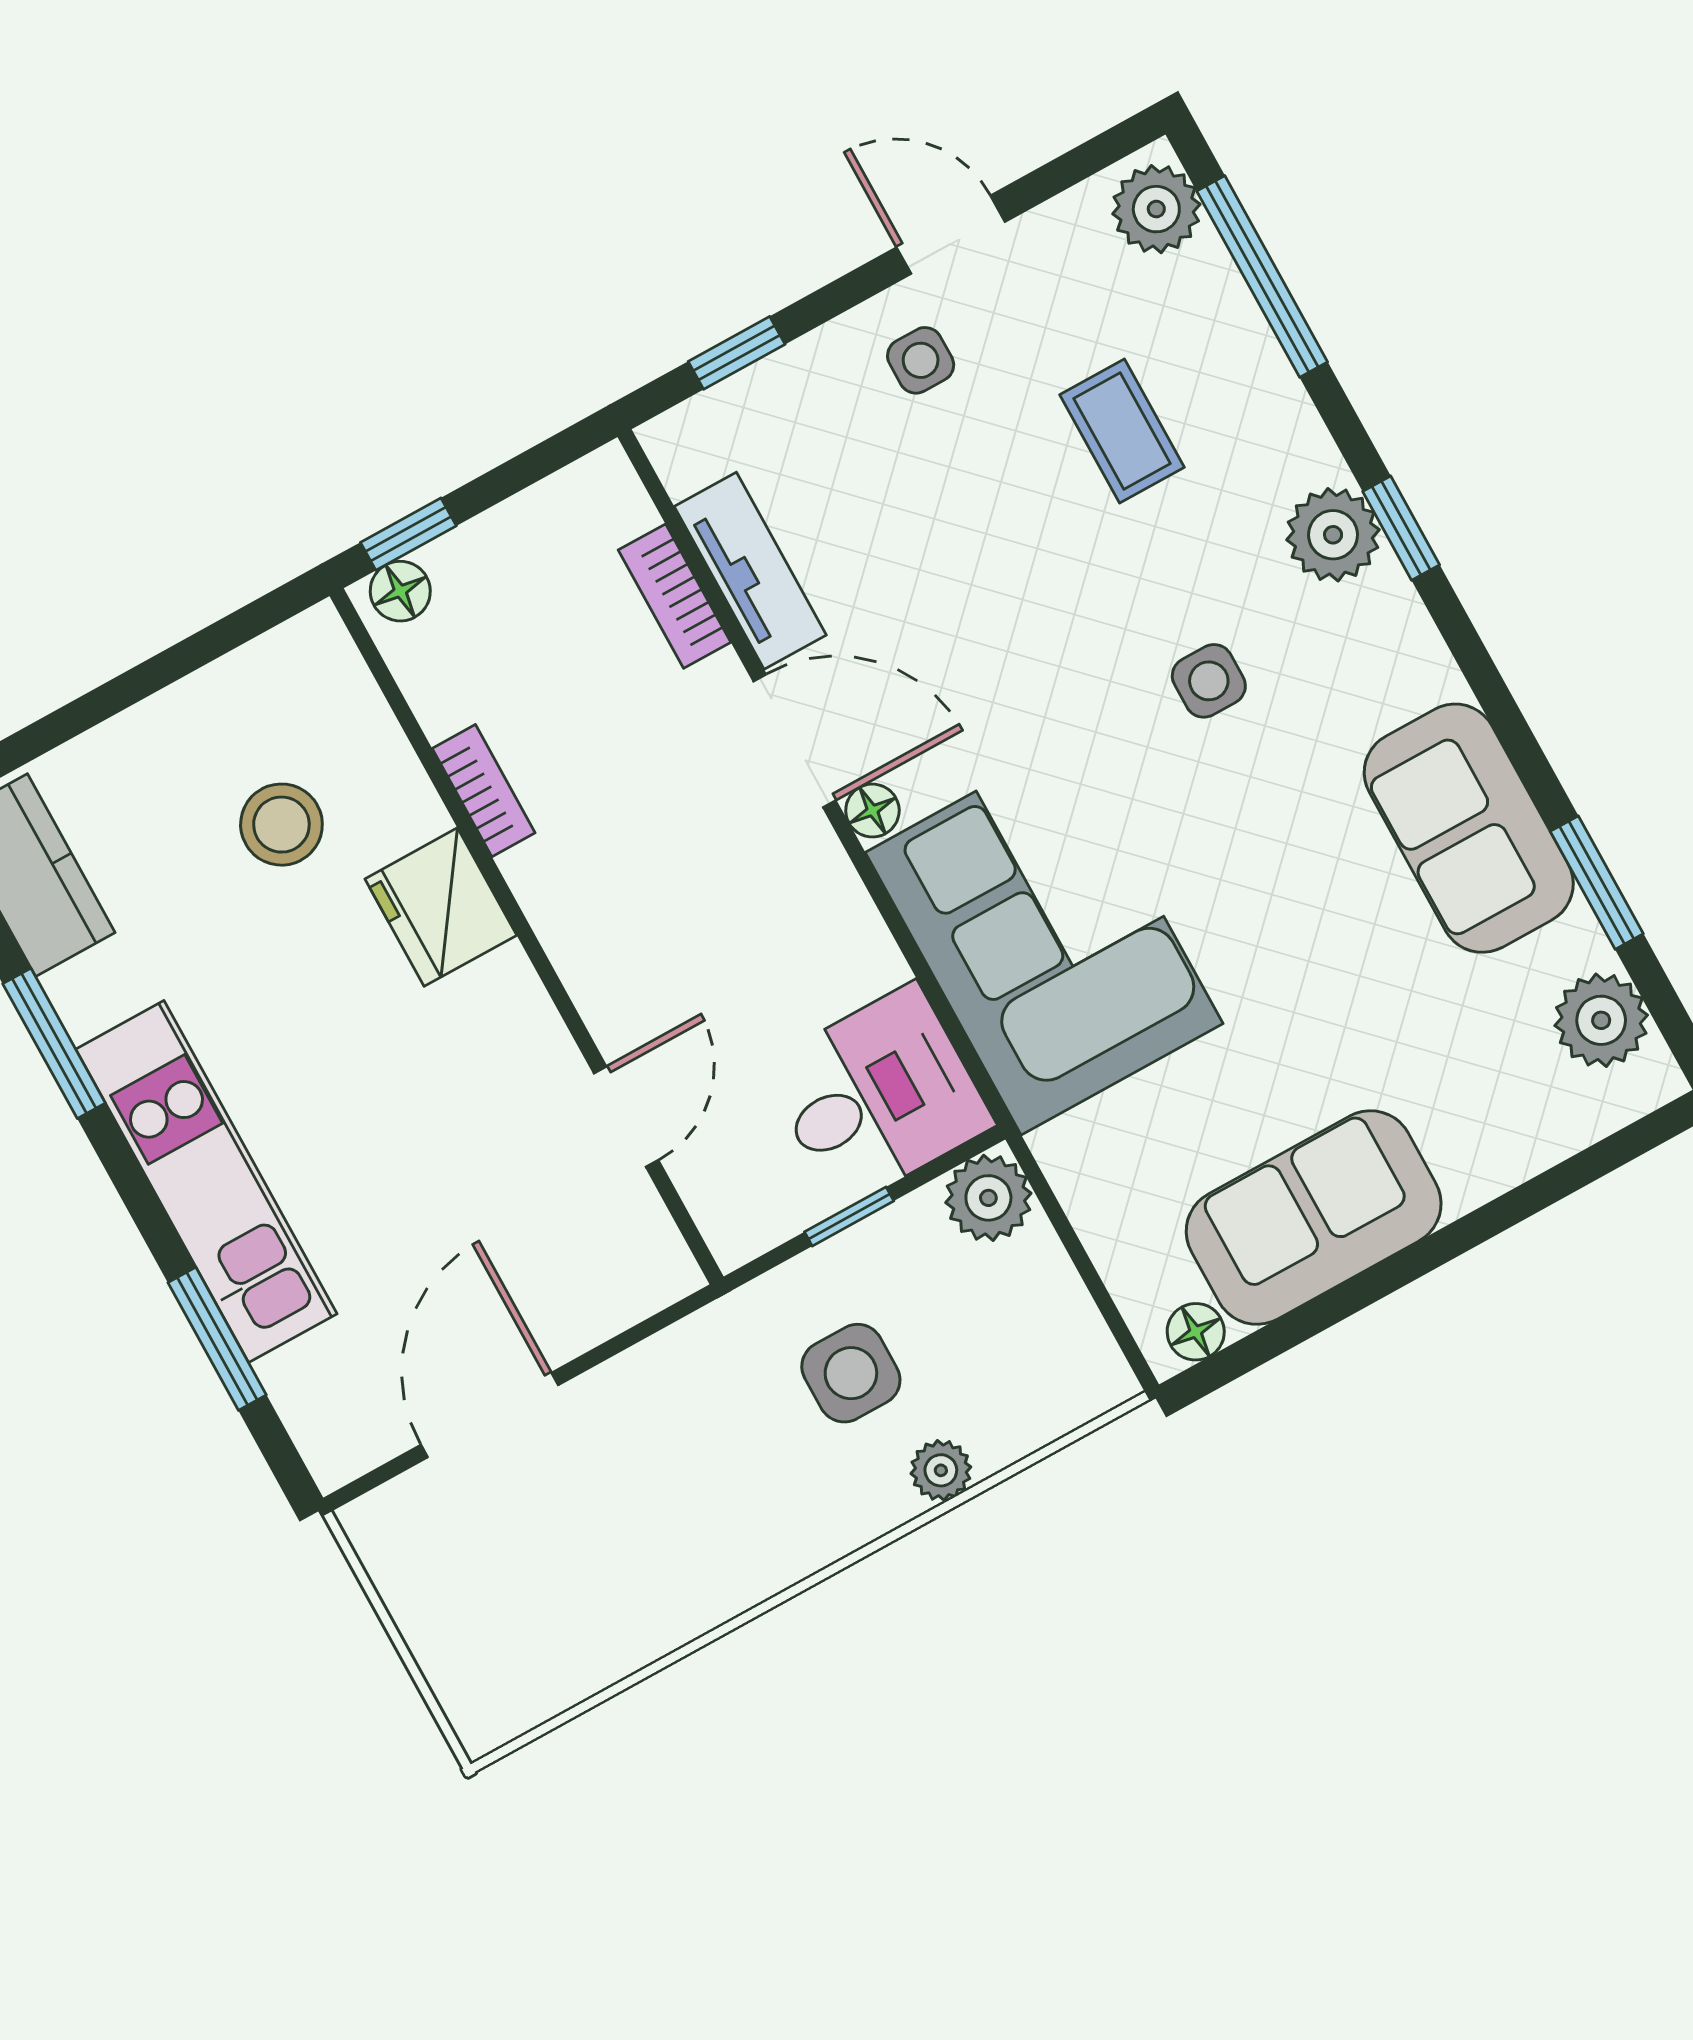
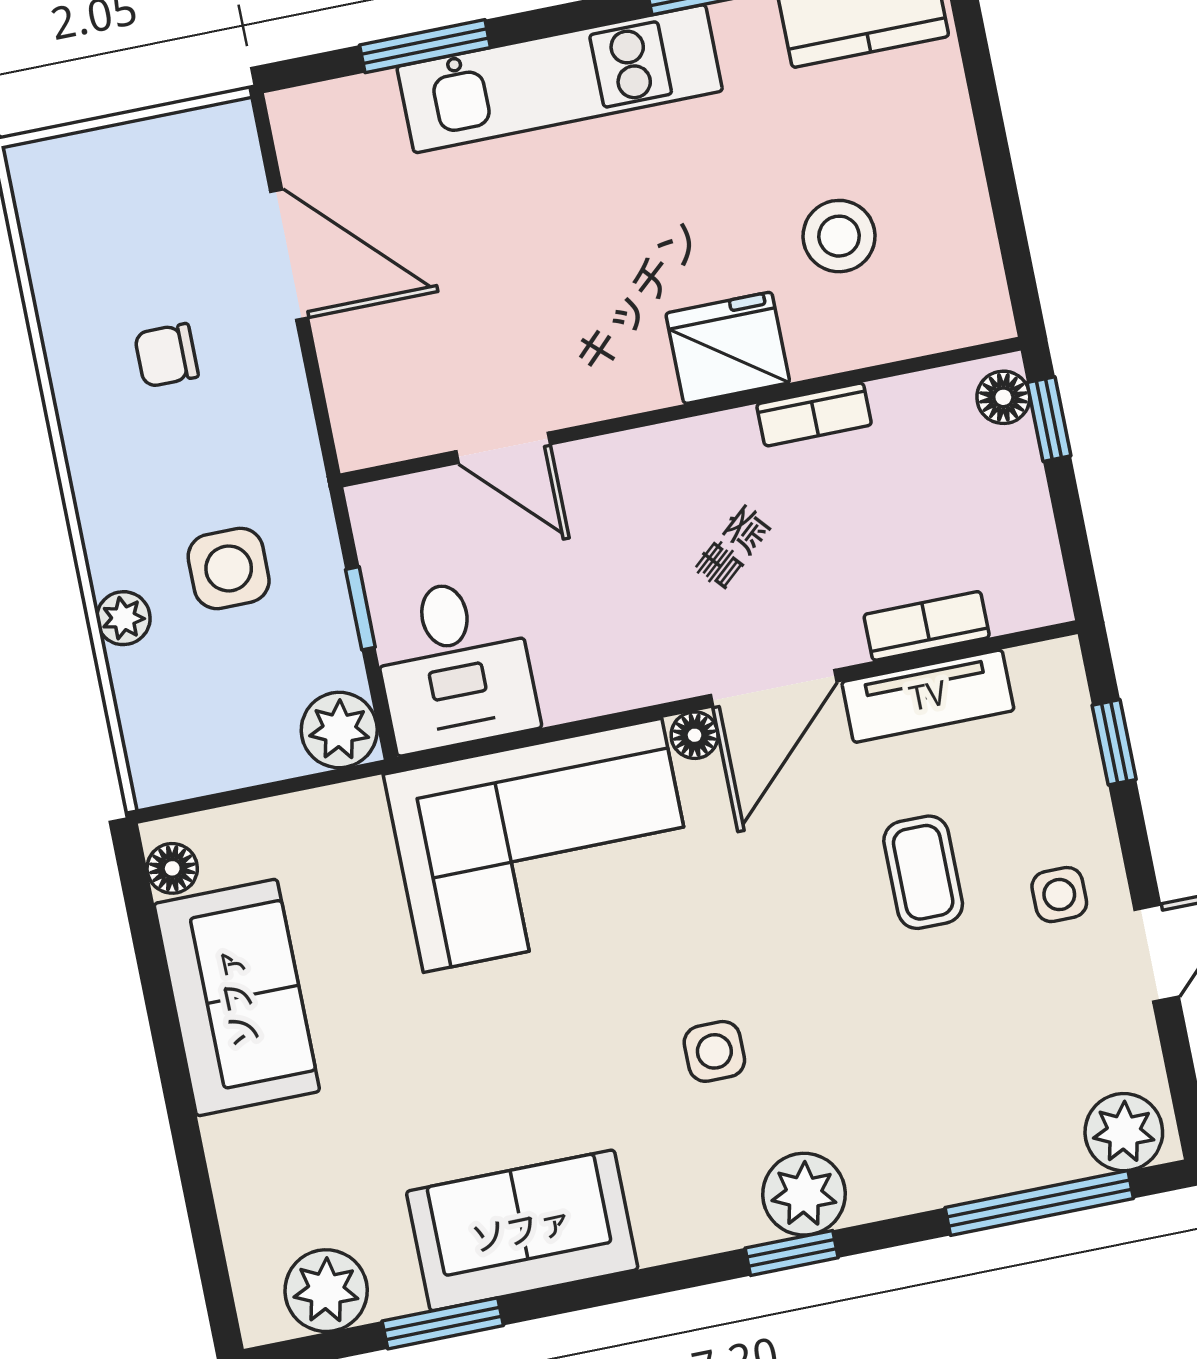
coffee table: (1122, 431) -> (923, 872), moved, turned 90
chair: (641, 1514) -> (166, 355), added

